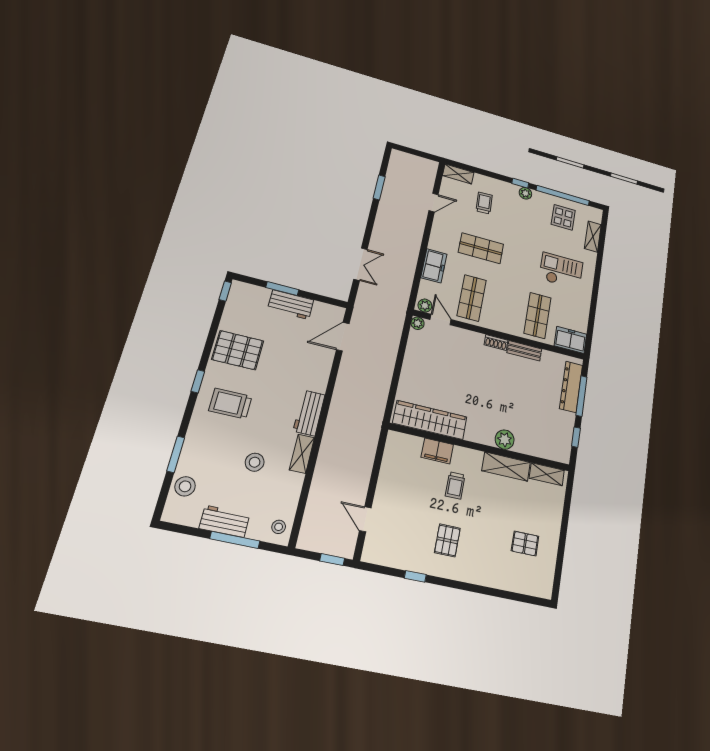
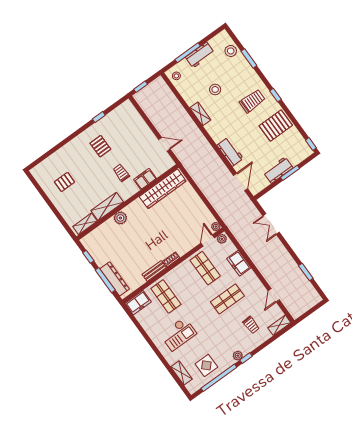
door: (441, 320) -> (208, 241), swing flipped
workbench: (309, 413) -> (230, 152), moved
door: (365, 519) -> (164, 144), moved

